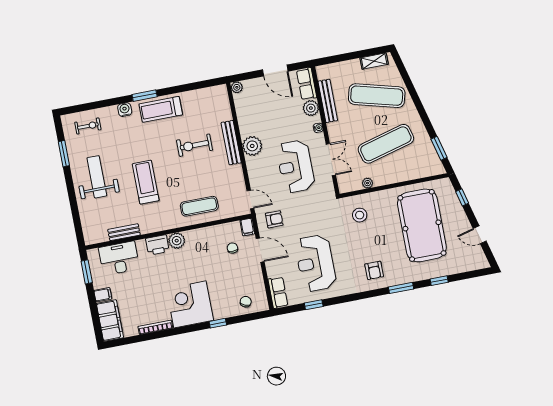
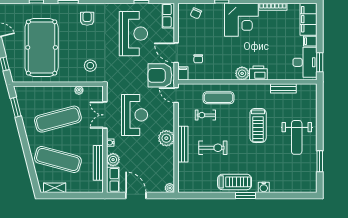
exercise bike: (88, 126) -> (205, 115), moved
armchair: (274, 219) -> (160, 75), width x1.88, depth x1.88
desk: (119, 258) -> (305, 62), moved, turned -90

